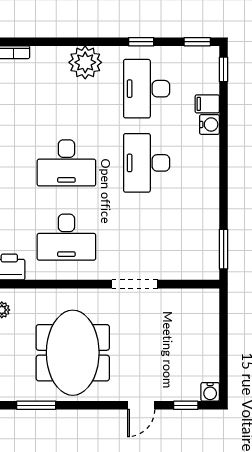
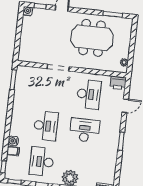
desk: (147, 89) -> (42, 162), turned 180
desk: (66, 237) -> (89, 94), turned 90
meeting table: (73, 353) -> (92, 38), turned 90

